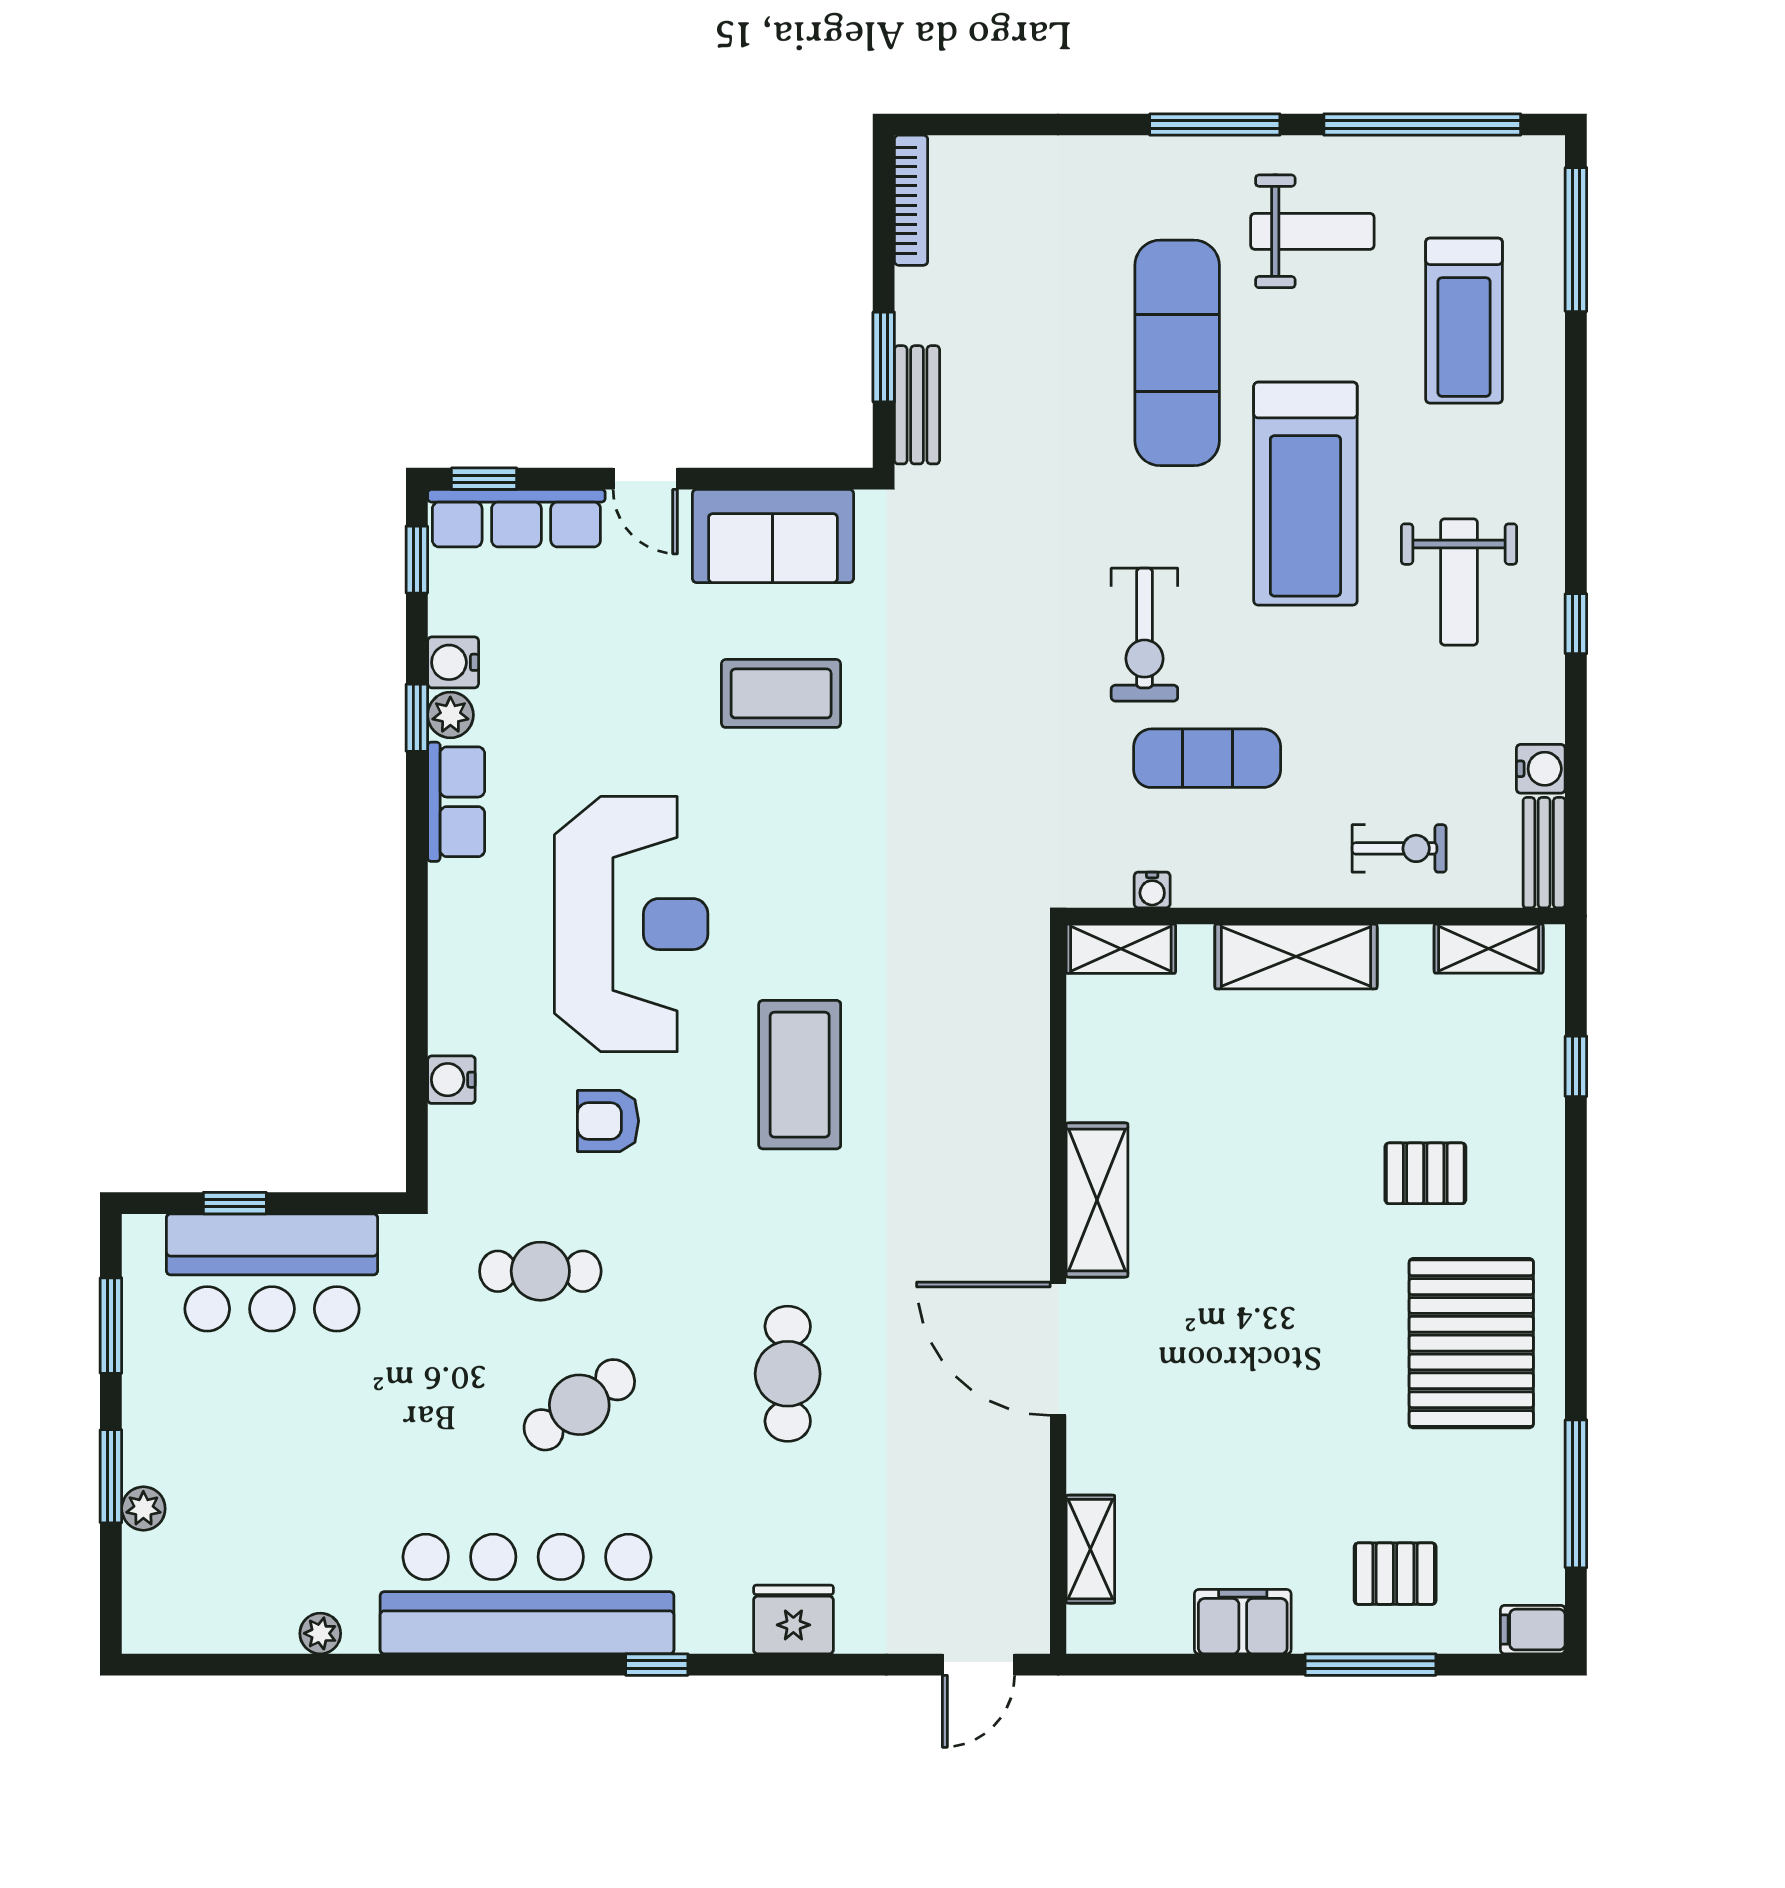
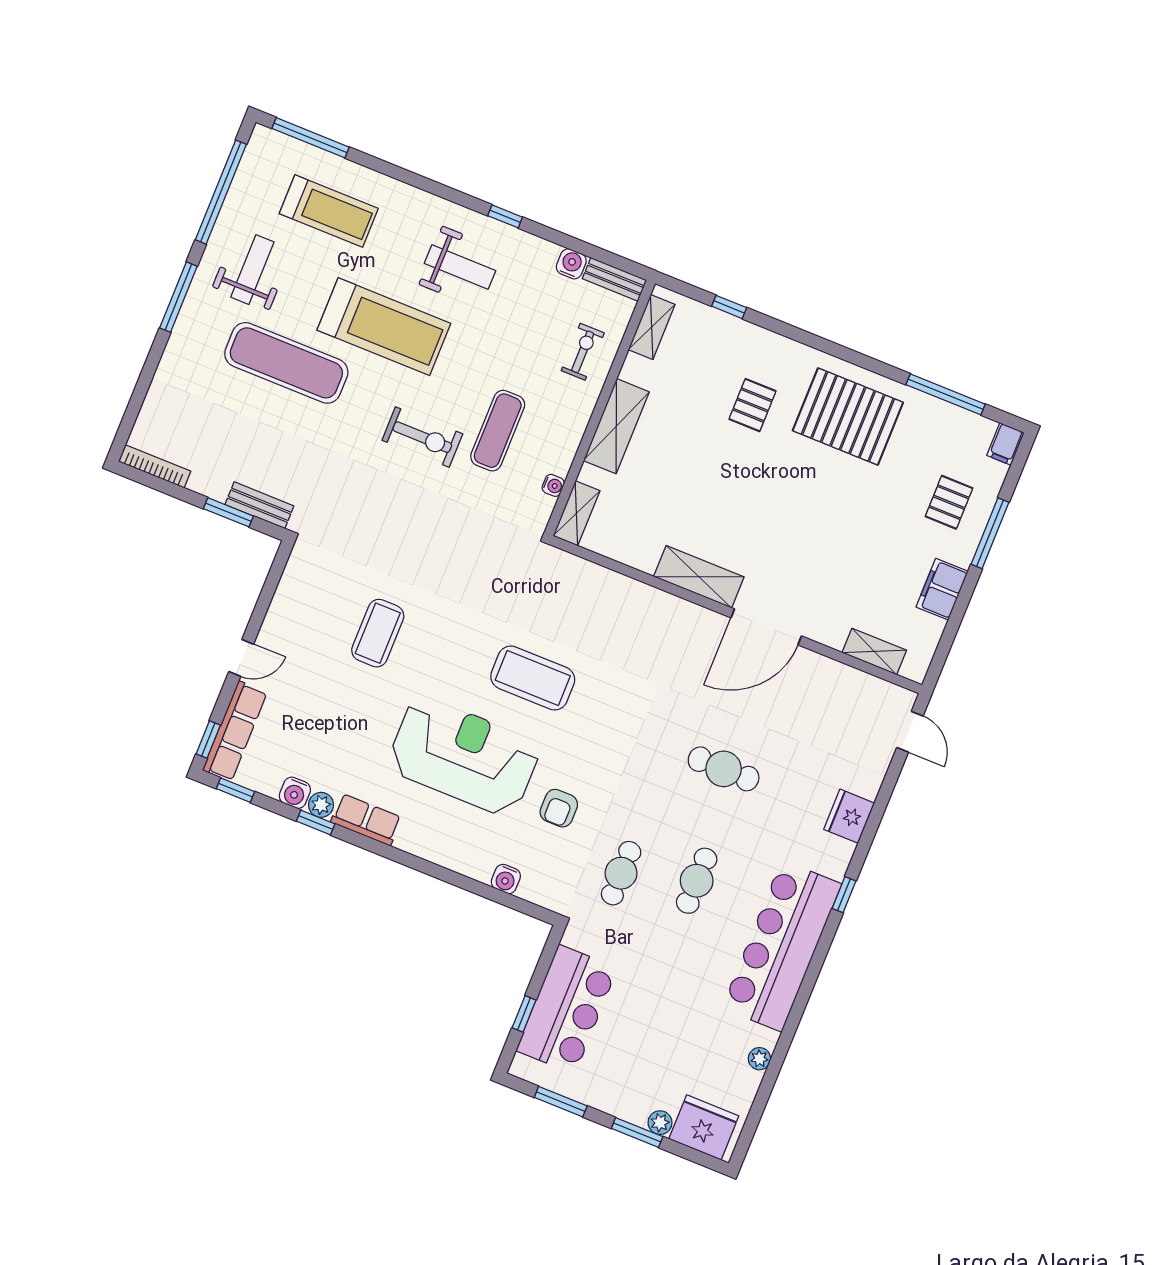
sofa: (773, 536) -> (296, 605), removed
coffee table: (800, 1075) -> (533, 678), moved
cafe table: (579, 1405) -> (697, 881), turned 35
fridge: (165, 1586) -> (704, 1127), added

